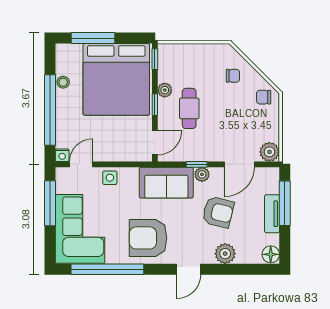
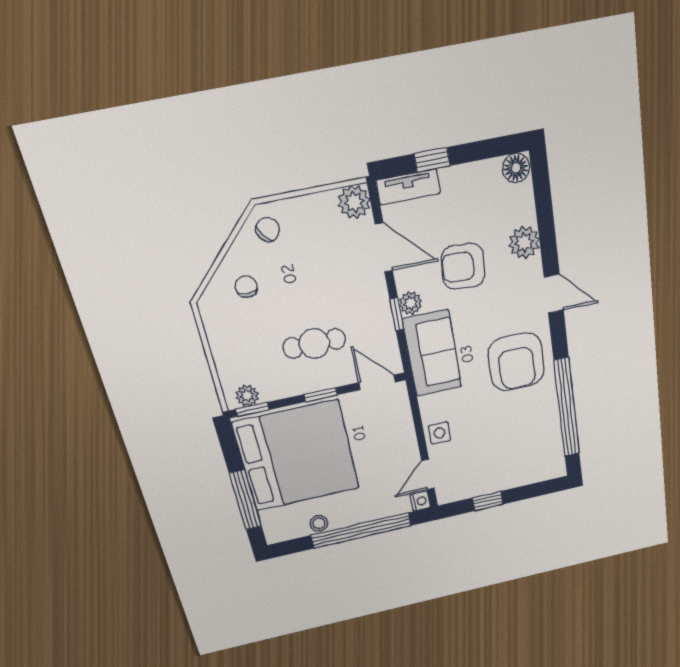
plant: (165, 90) -> (247, 396), moved
chair: (264, 97) -> (268, 230), turned -128
door: (81, 164) -> (428, 474), hinge flipped
window: (50, 203) -> (488, 501), width x0.46
window: (285, 203) -> (432, 160), width x0.46
armchair: (218, 212) -> (463, 266), turned -100
tv unit: (272, 214) -> (408, 187), moved
corner sofa: (80, 229) -> (517, 456), removed

